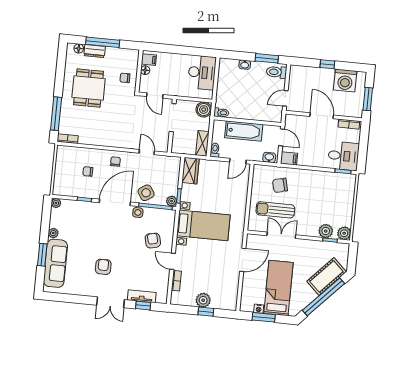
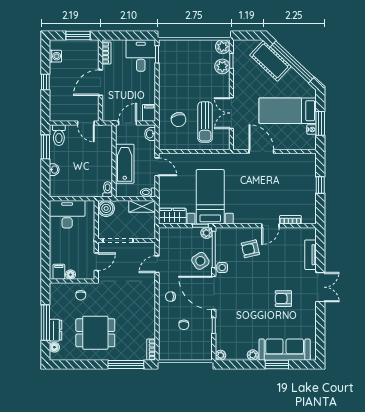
washing machine: (345, 81) -> (55, 56), width x0.53, depth x0.53
bed with nightstands: (203, 225) -> (210, 197), moved
plant: (203, 300) -> (308, 189), removed
window: (143, 306) -> (320, 252), removed

